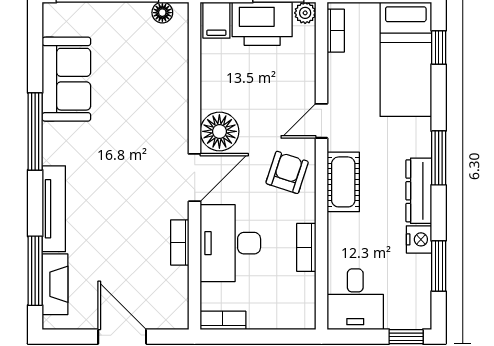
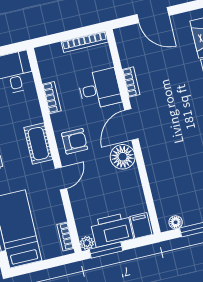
armchair: (287, 172) -> (75, 141), turned -108
desk: (230, 243) -> (99, 89), width x0.73
bookcase: (223, 320) -> (85, 42), width x1.56

